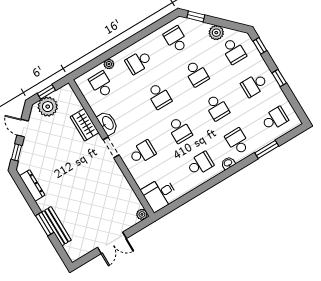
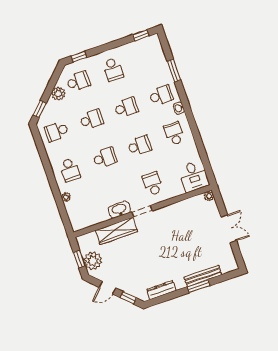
window: (279, 78) -> (141, 35), moved
school desk: (101, 84) -> (83, 208), removed
school desk: (275, 119) -> (148, 57), removed
wardrobe: (84, 125) -> (116, 231), width x1.50
school desk: (237, 141) -> (161, 95), turned 180

